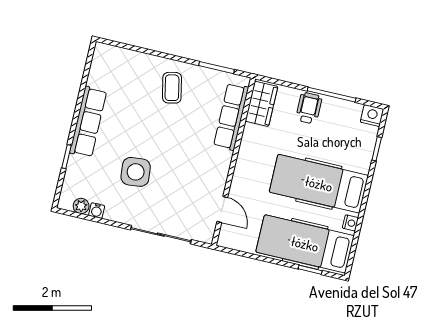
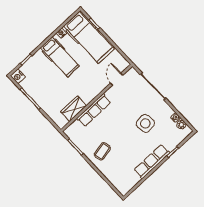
wardrobe: (261, 104) -> (74, 109), moved
wheelchair: (309, 108) -> (45, 99), removed
row of seats: (231, 117) -> (94, 110), moved
hospital bed: (319, 184) -> (60, 57), width x0.73, depth x0.77

